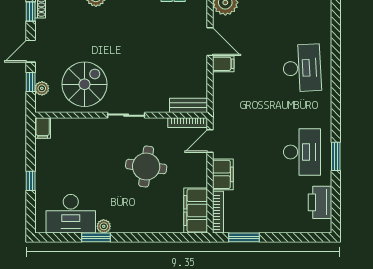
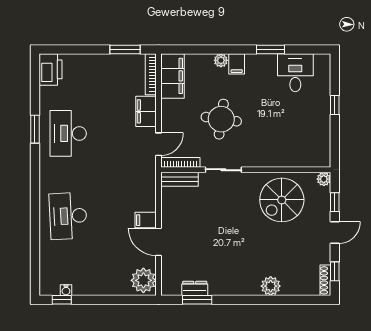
plant: (42, 88) -> (324, 179), moved
sliding door: (126, 115) -> (223, 170), moved
filing cabinet: (43, 128) -> (237, 64), moved, turned 180
printer: (320, 202) -> (50, 69), moved
desk: (71, 214) -> (295, 73), width x0.73
plant: (104, 226) -> (221, 60), moved

